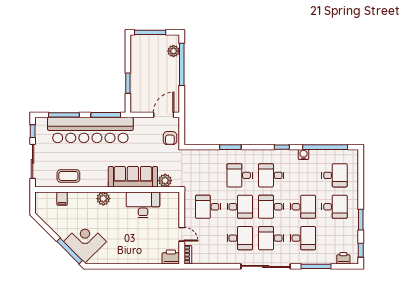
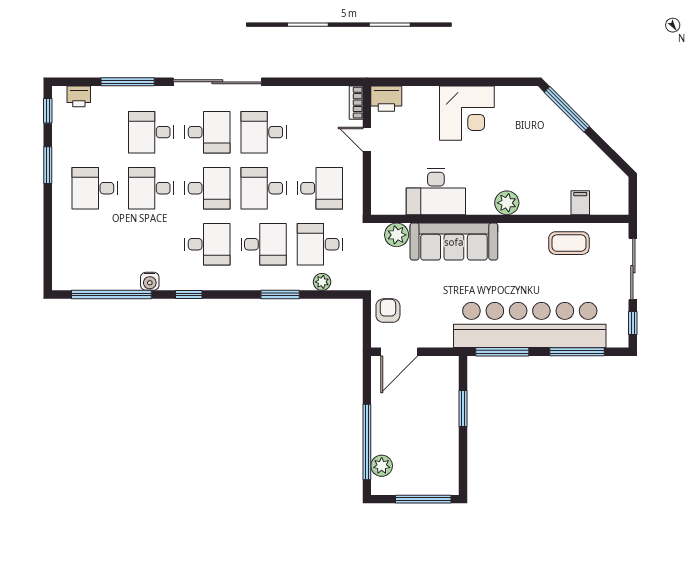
plant: (207, 154) -> (322, 282), added
desk: (334, 175) -> (320, 244), moved
corner desk: (85, 242) -> (467, 113), moved, turned -45

